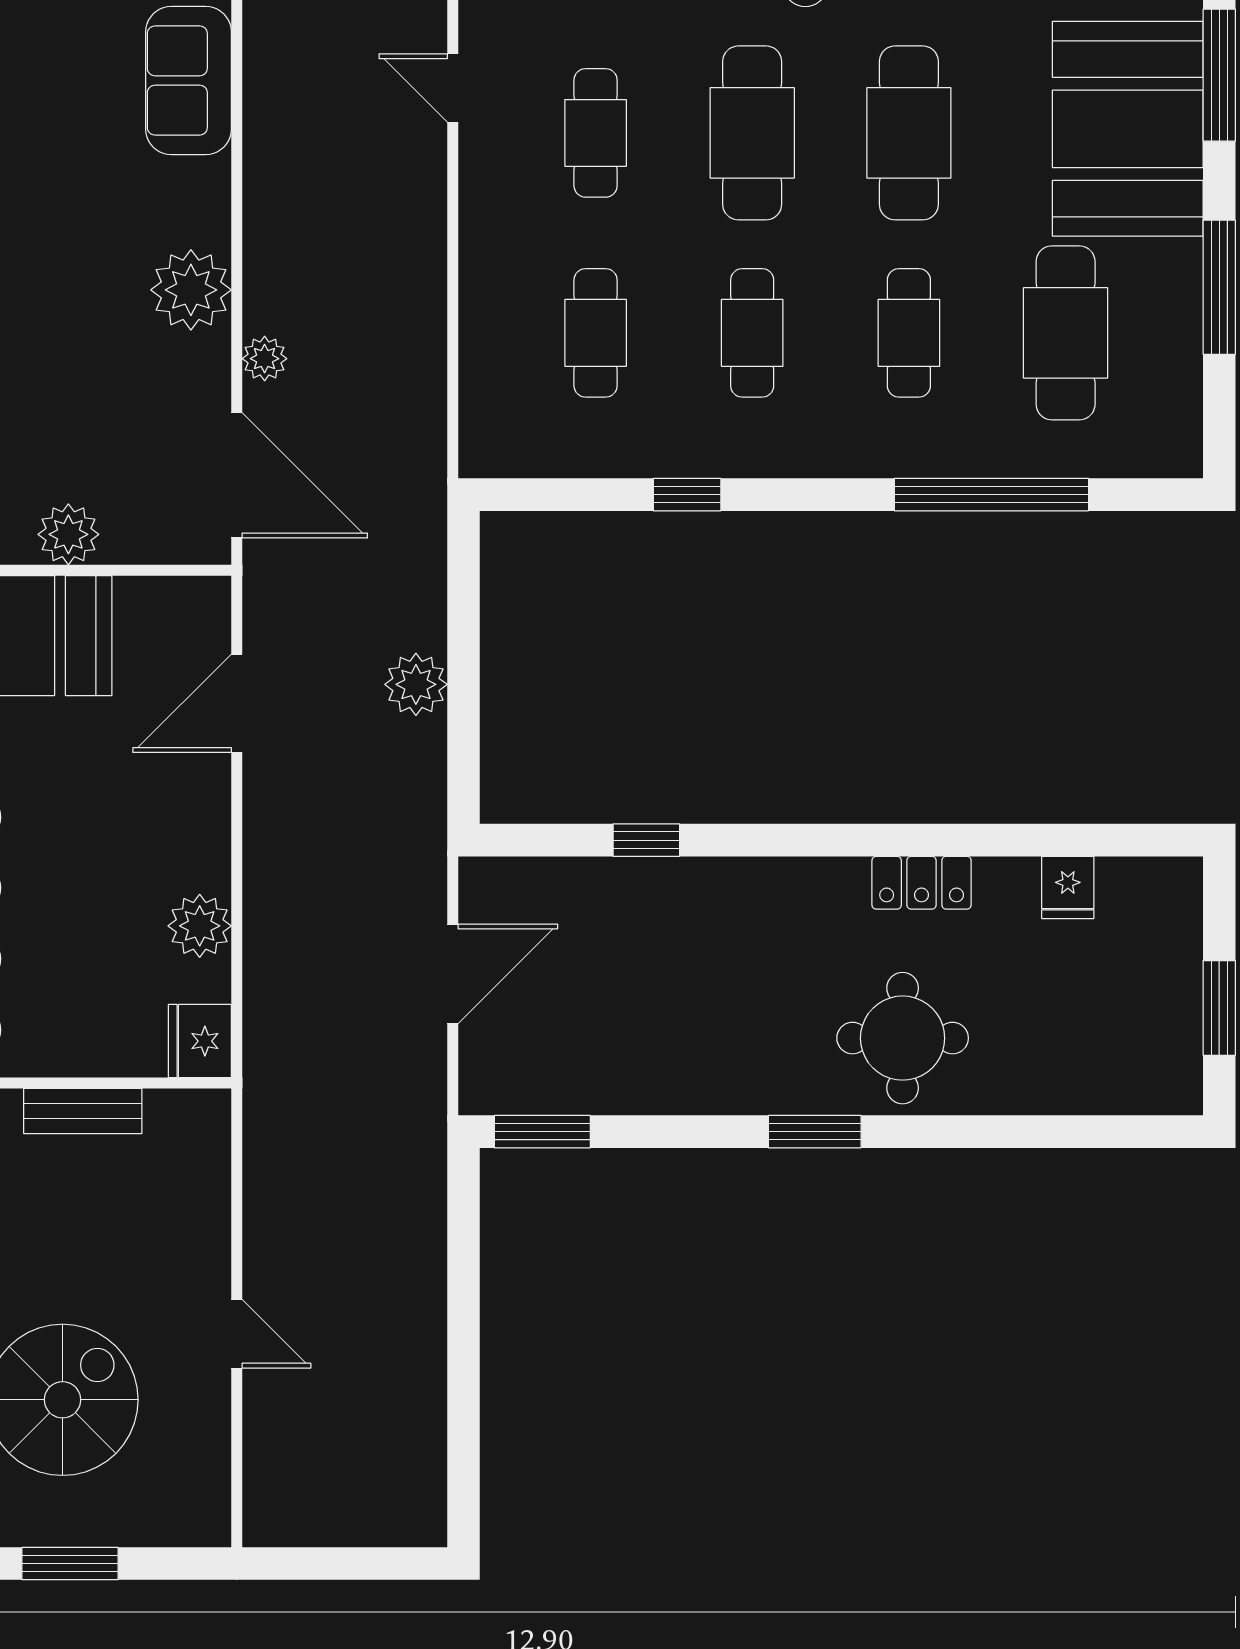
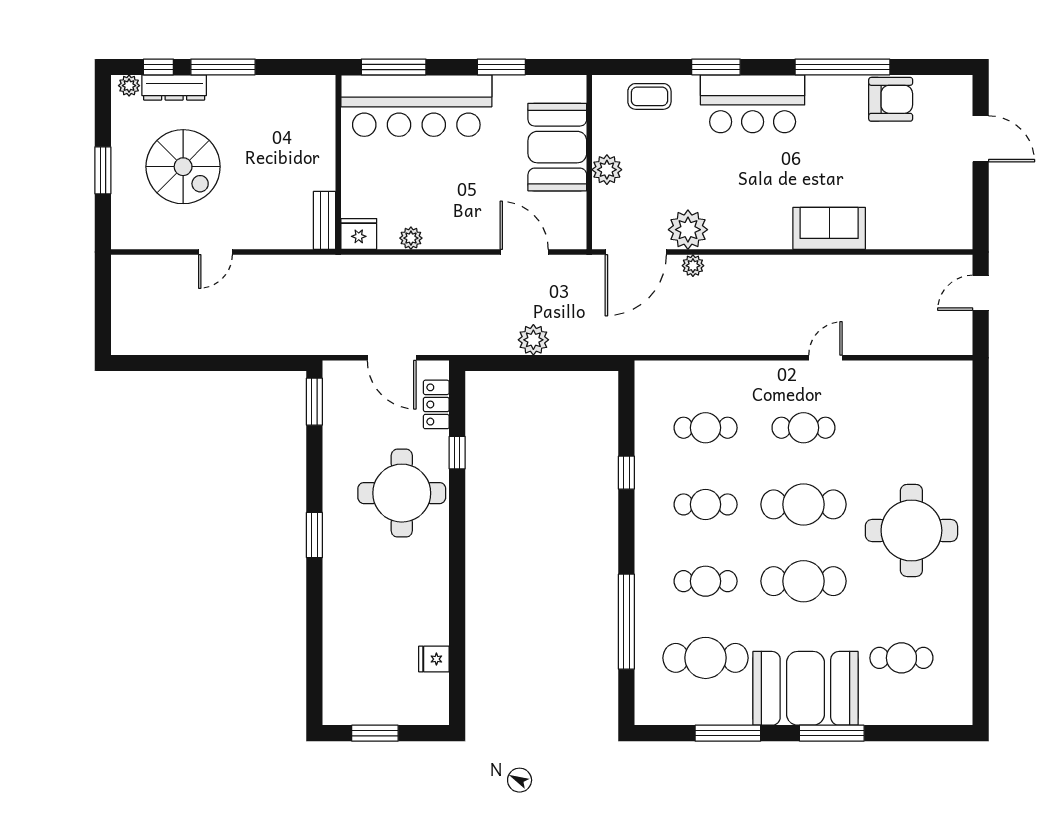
plant: (191, 290) -> (688, 230), moved
locker: (922, 883) -> (436, 404), moved
plant: (200, 926) -> (411, 238), width x0.73, depth x0.73
round table: (903, 1038) -> (402, 493), moved, width x1.36, depth x1.36
bench: (83, 1111) -> (324, 220), moved

